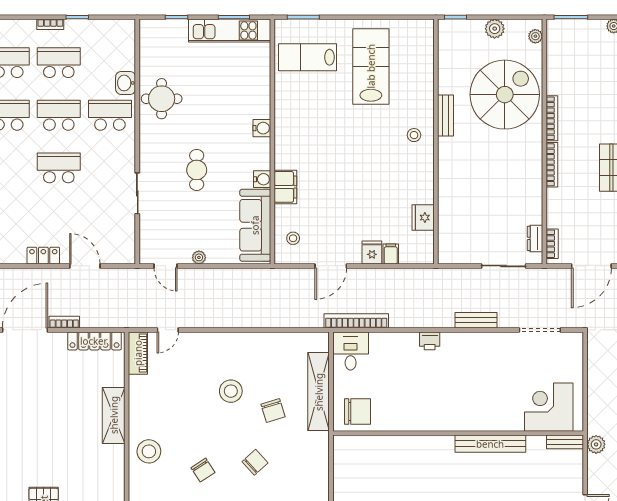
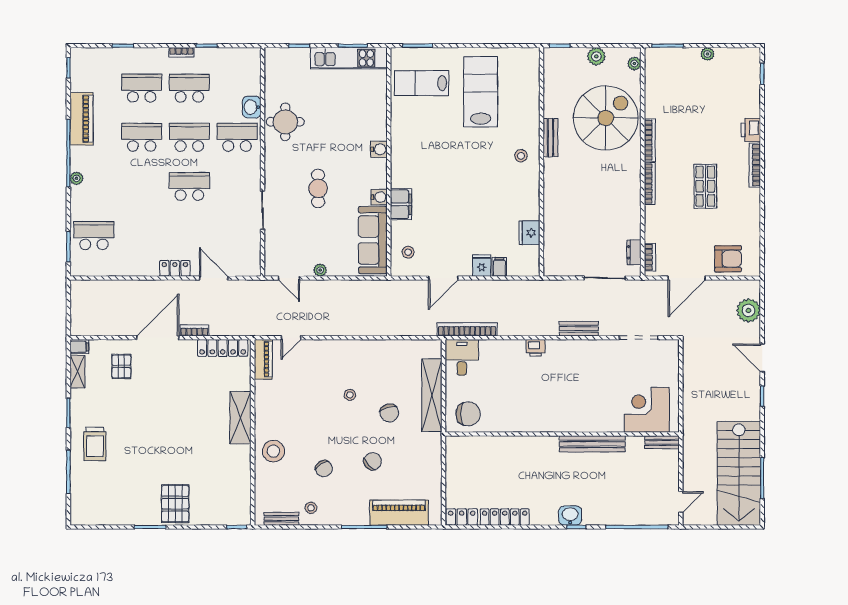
stool: (231, 391) -> (350, 395), width x0.53, depth x0.53
plant: (596, 444) -> (691, 445), removed

